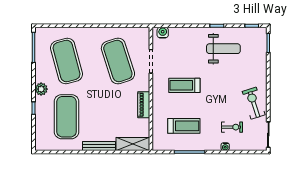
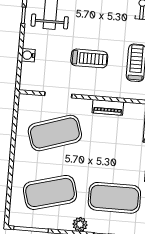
water cooler: (163, 33) -> (28, 55), moved
treadmill: (184, 85) -> (89, 58), turned -90

